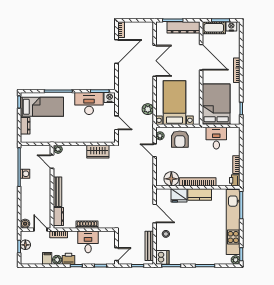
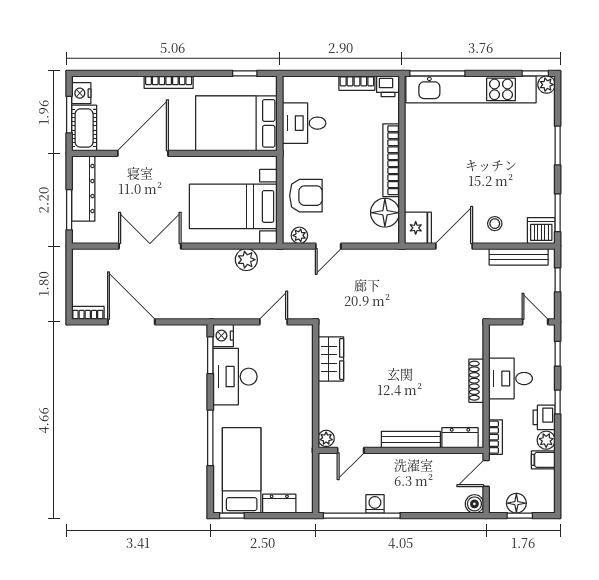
kitchen counter: (200, 194) -> (416, 156), removed
fridge: (179, 195) -> (418, 228), moved

